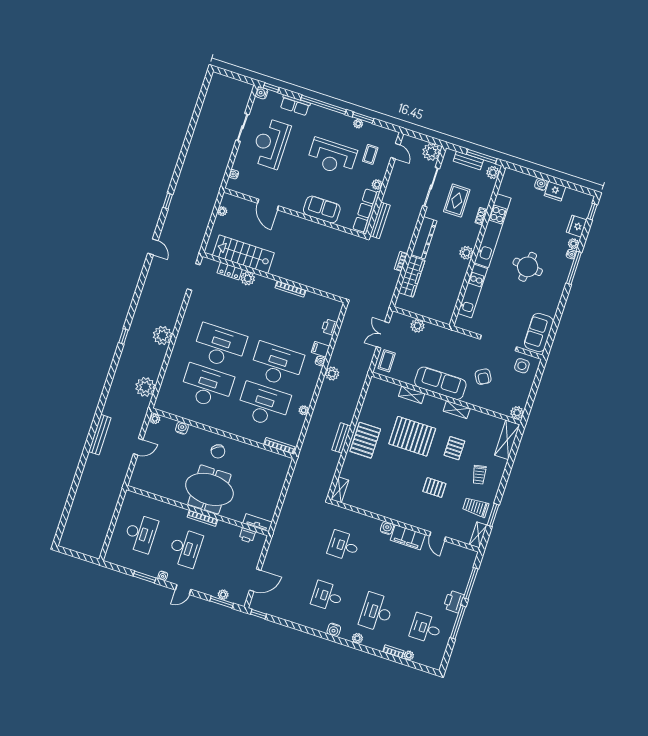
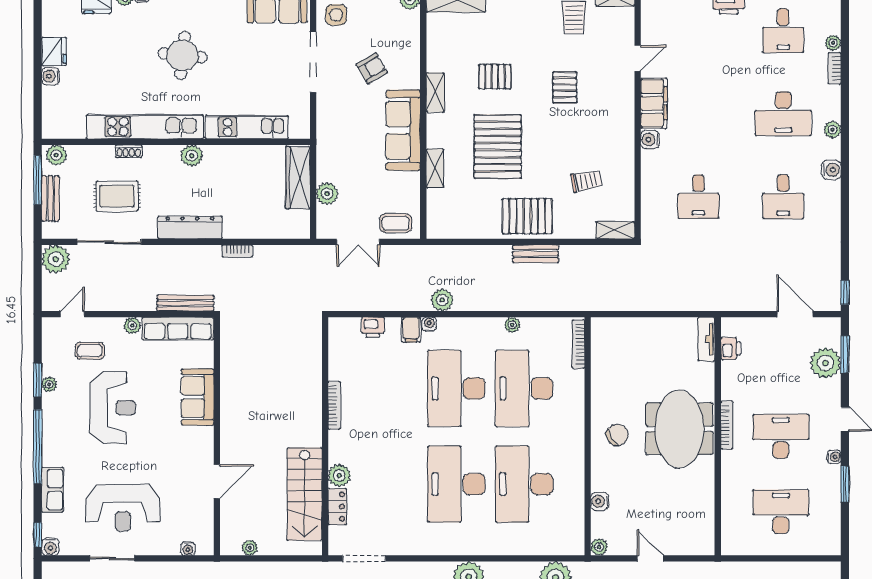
wardrobe: (412, 276) -> (298, 178), moved, turned -90
trolley: (479, 475) -> (587, 181), moved
plant: (223, 595) -> (825, 363), width x1.87, depth x1.87

